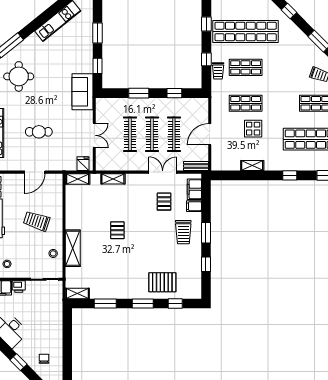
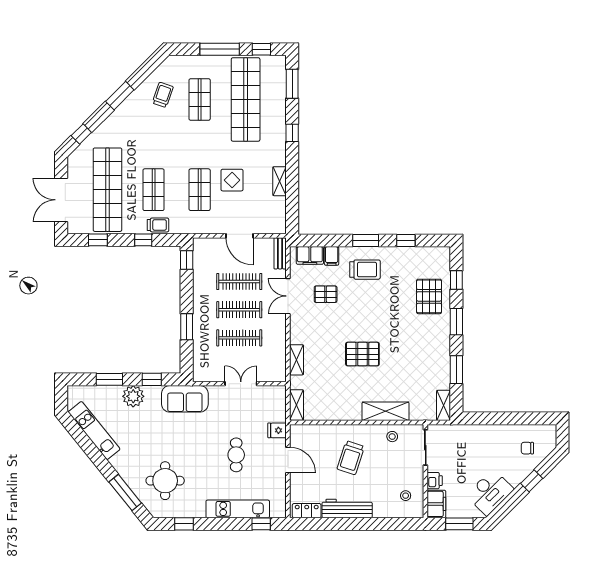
plant: (84, 52) -> (133, 396), added
window: (174, 93) -> (187, 260), moved
fridge: (83, 164) -> (277, 430), moved
pallet: (117, 230) -> (362, 354), width x1.50, depth x1.42

